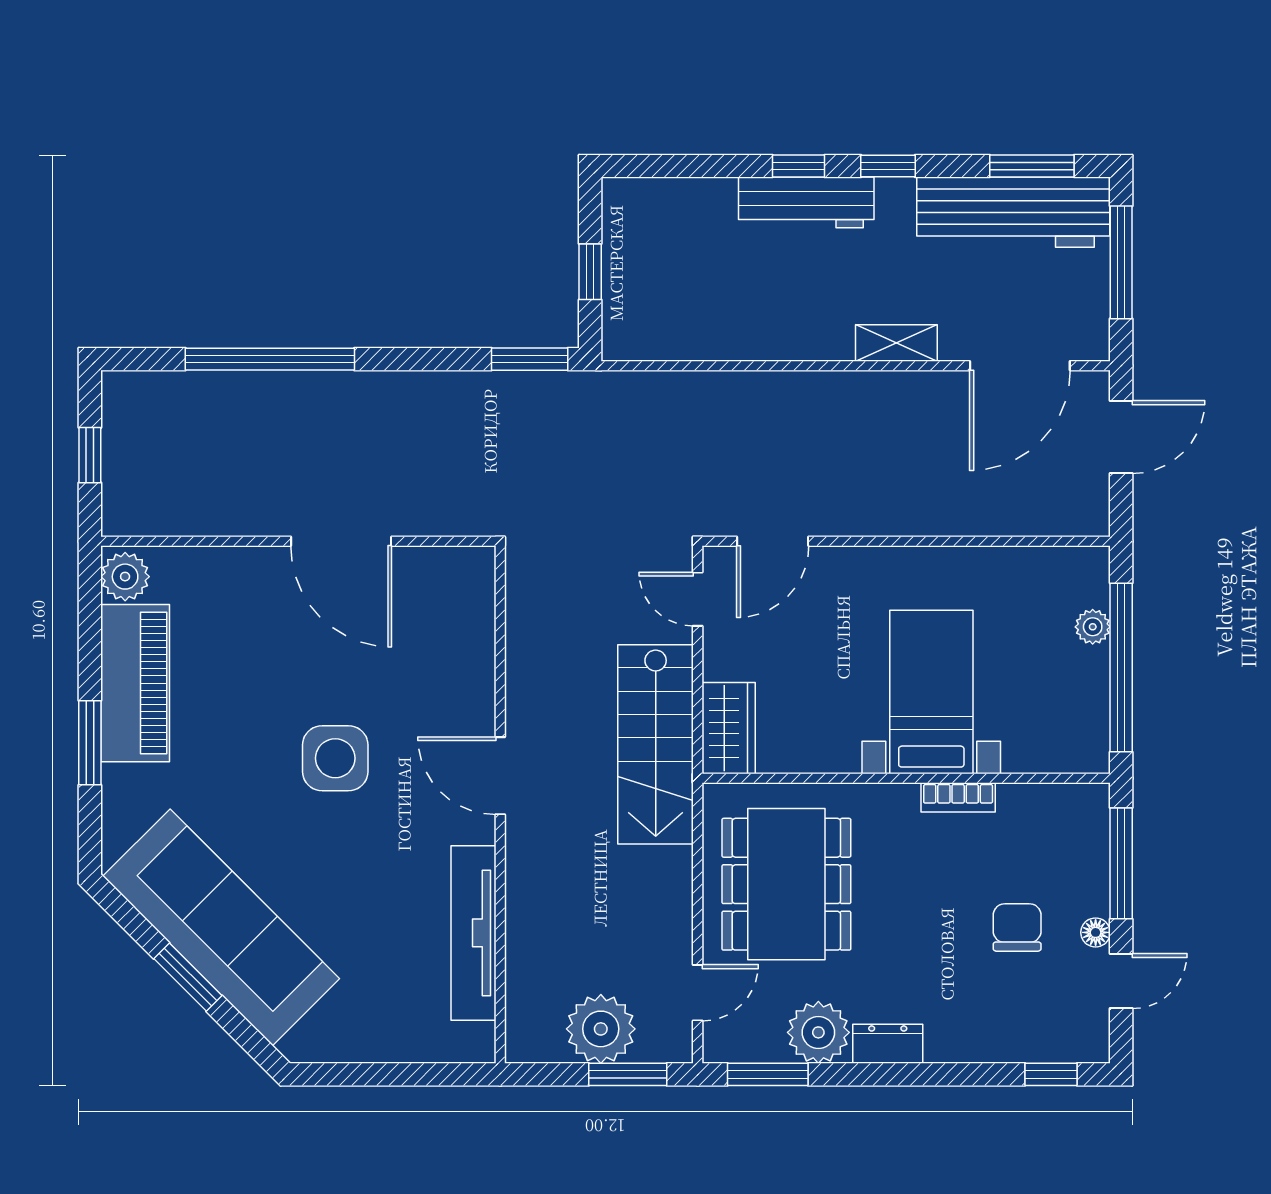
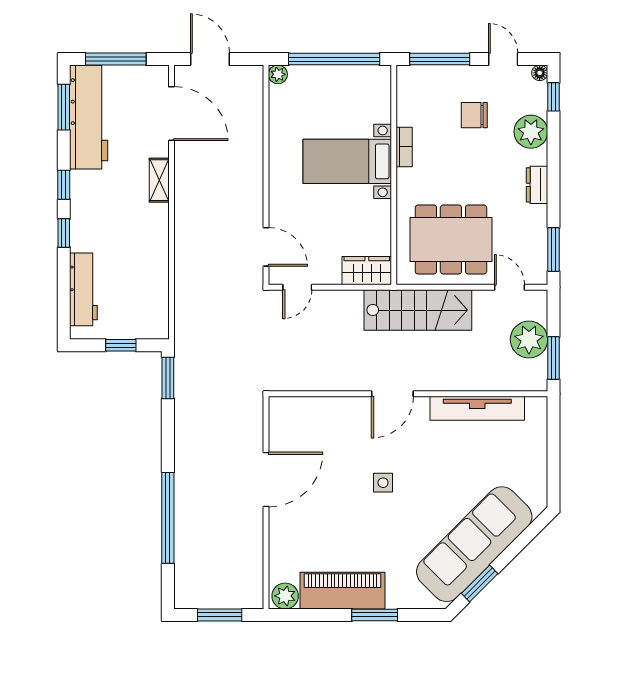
workbench: (806, 202) -> (83, 289), moved
window: (90, 455) -> (220, 615), width x1.50
plant: (1093, 627) -> (278, 74), moved
stairs: (656, 744) -> (418, 310), moved
side table: (335, 758) -> (383, 483), width x0.54, depth x0.54
floor lamp: (1096, 932) -> (540, 73), moved
window: (188, 977) -> (480, 584), moved
plant: (818, 1032) -> (531, 132), moved
window: (628, 1074) -> (553, 358), moved

